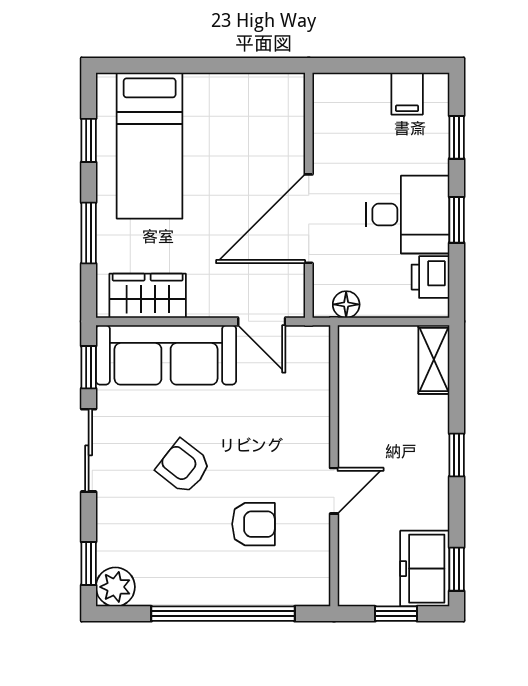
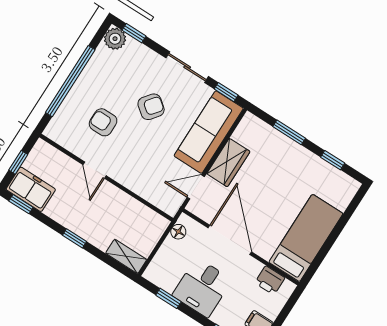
bed: (150, 146) -> (306, 238), moved, turned 90
window: (457, 220) -> (168, 298), moved
printer: (430, 277) -> (270, 280), moved, turned 180
wardrobe: (148, 296) -> (228, 163), moved
armchair: (253, 524) -> (103, 122), turned 90

